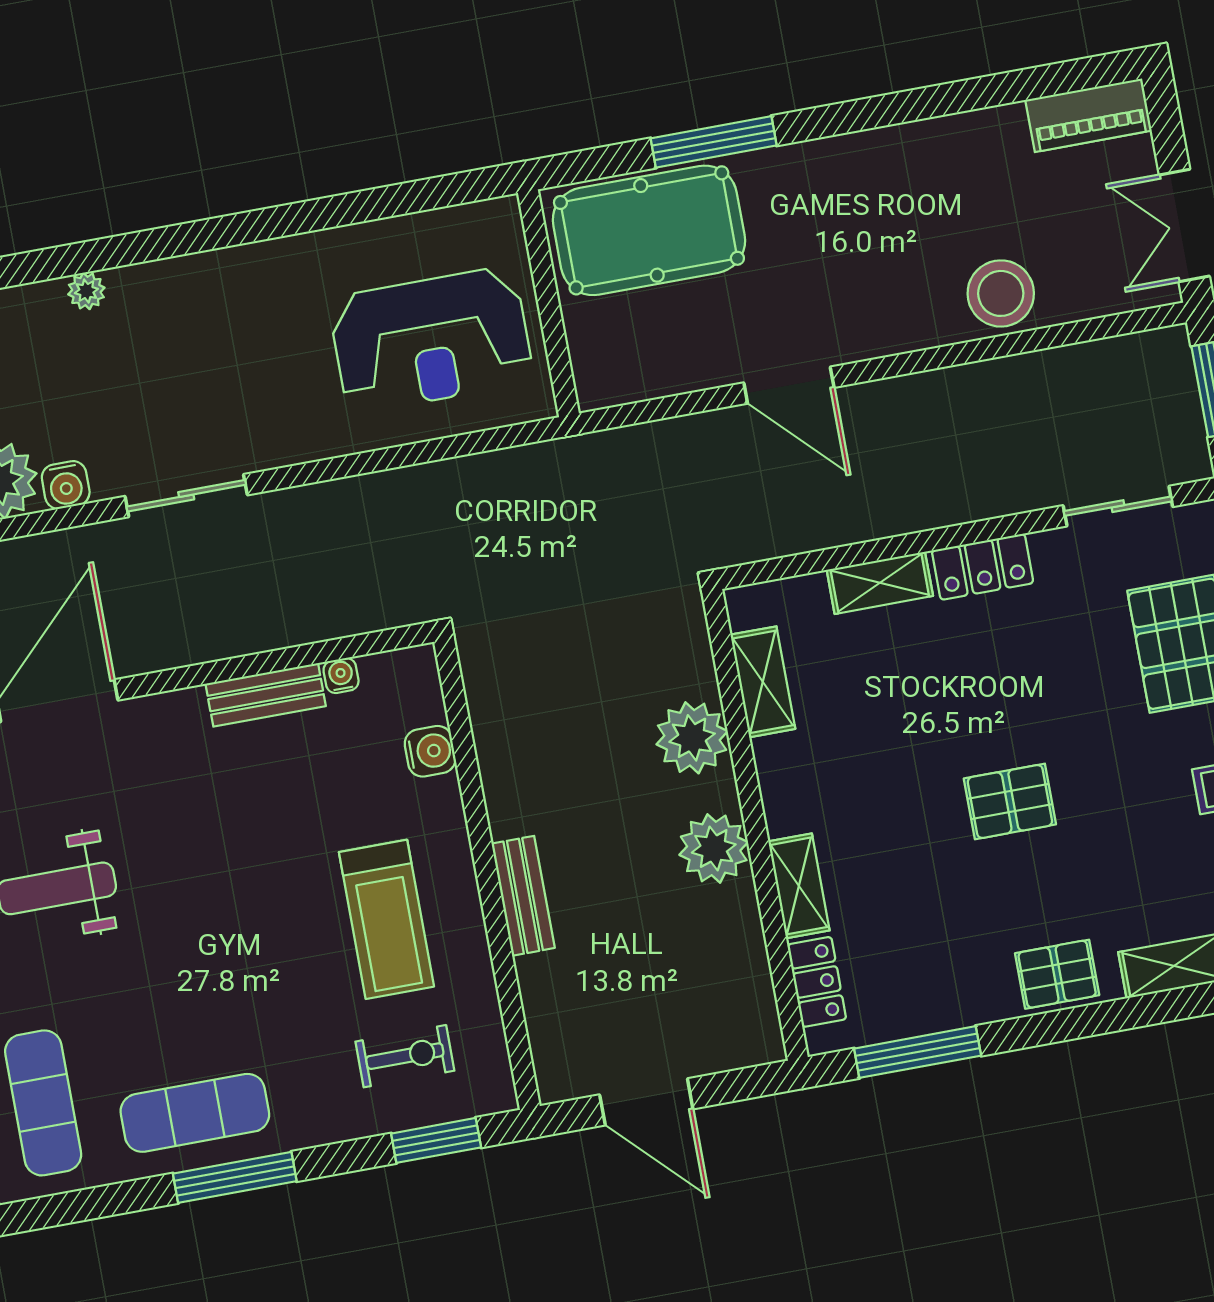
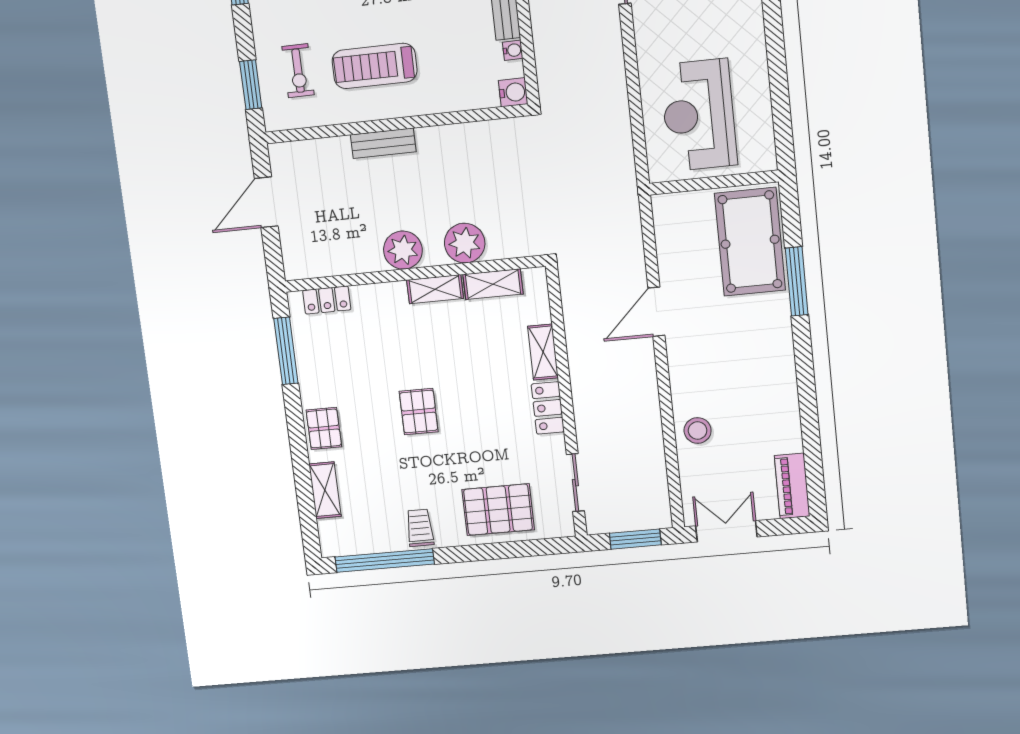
stool: (1001, 293) -> (698, 430), width x0.73, depth x0.73
water cooler: (430, 751) -> (513, 92), moved, turned -90
shelving: (799, 886) -> (435, 289), moved

